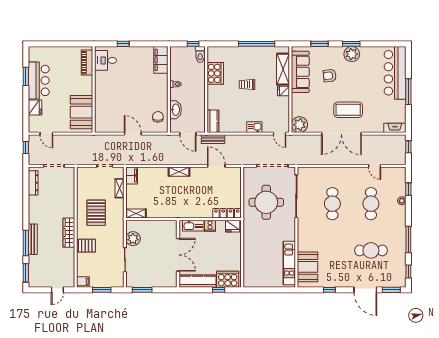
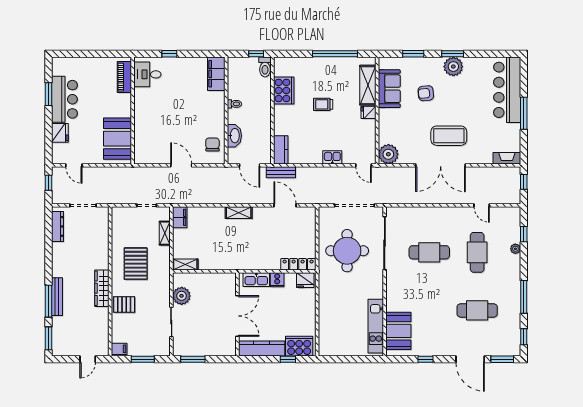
sofa: (300, 72) -> (389, 89), width x0.73
cafe table: (332, 204) -> (429, 252), turned 90

